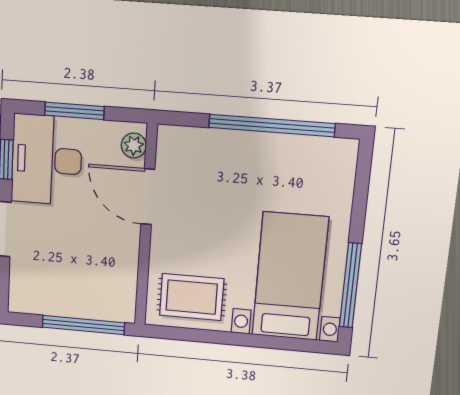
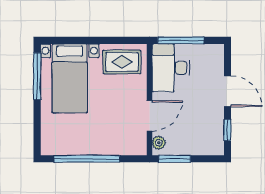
window: (74, 111) -> (175, 159), moved
desk: (47, 160) -> (171, 68), moved, turned 180
door: (148, 197) -> (149, 116), hinge flipped

